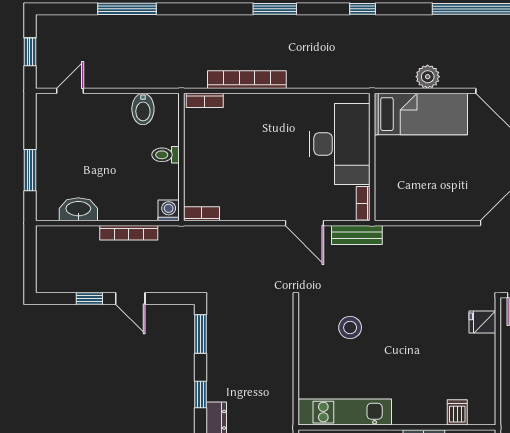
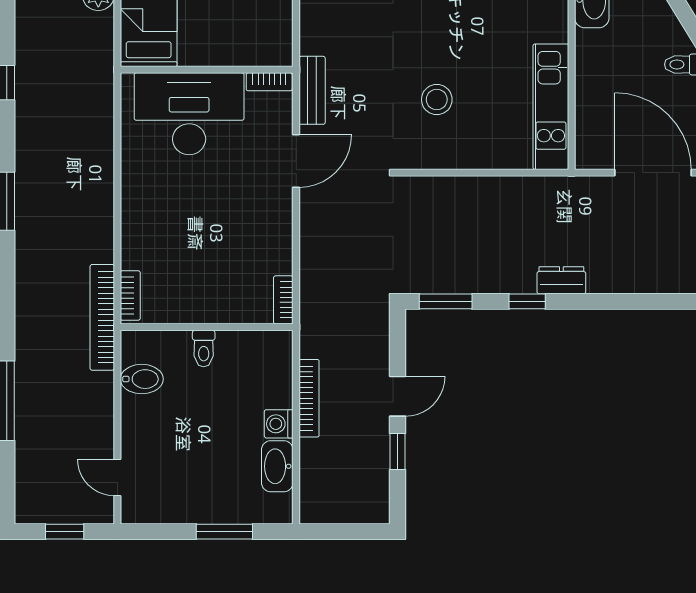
bookcase: (247, 80) -> (102, 317), moved
washing machine: (169, 210) -> (279, 424), moved

